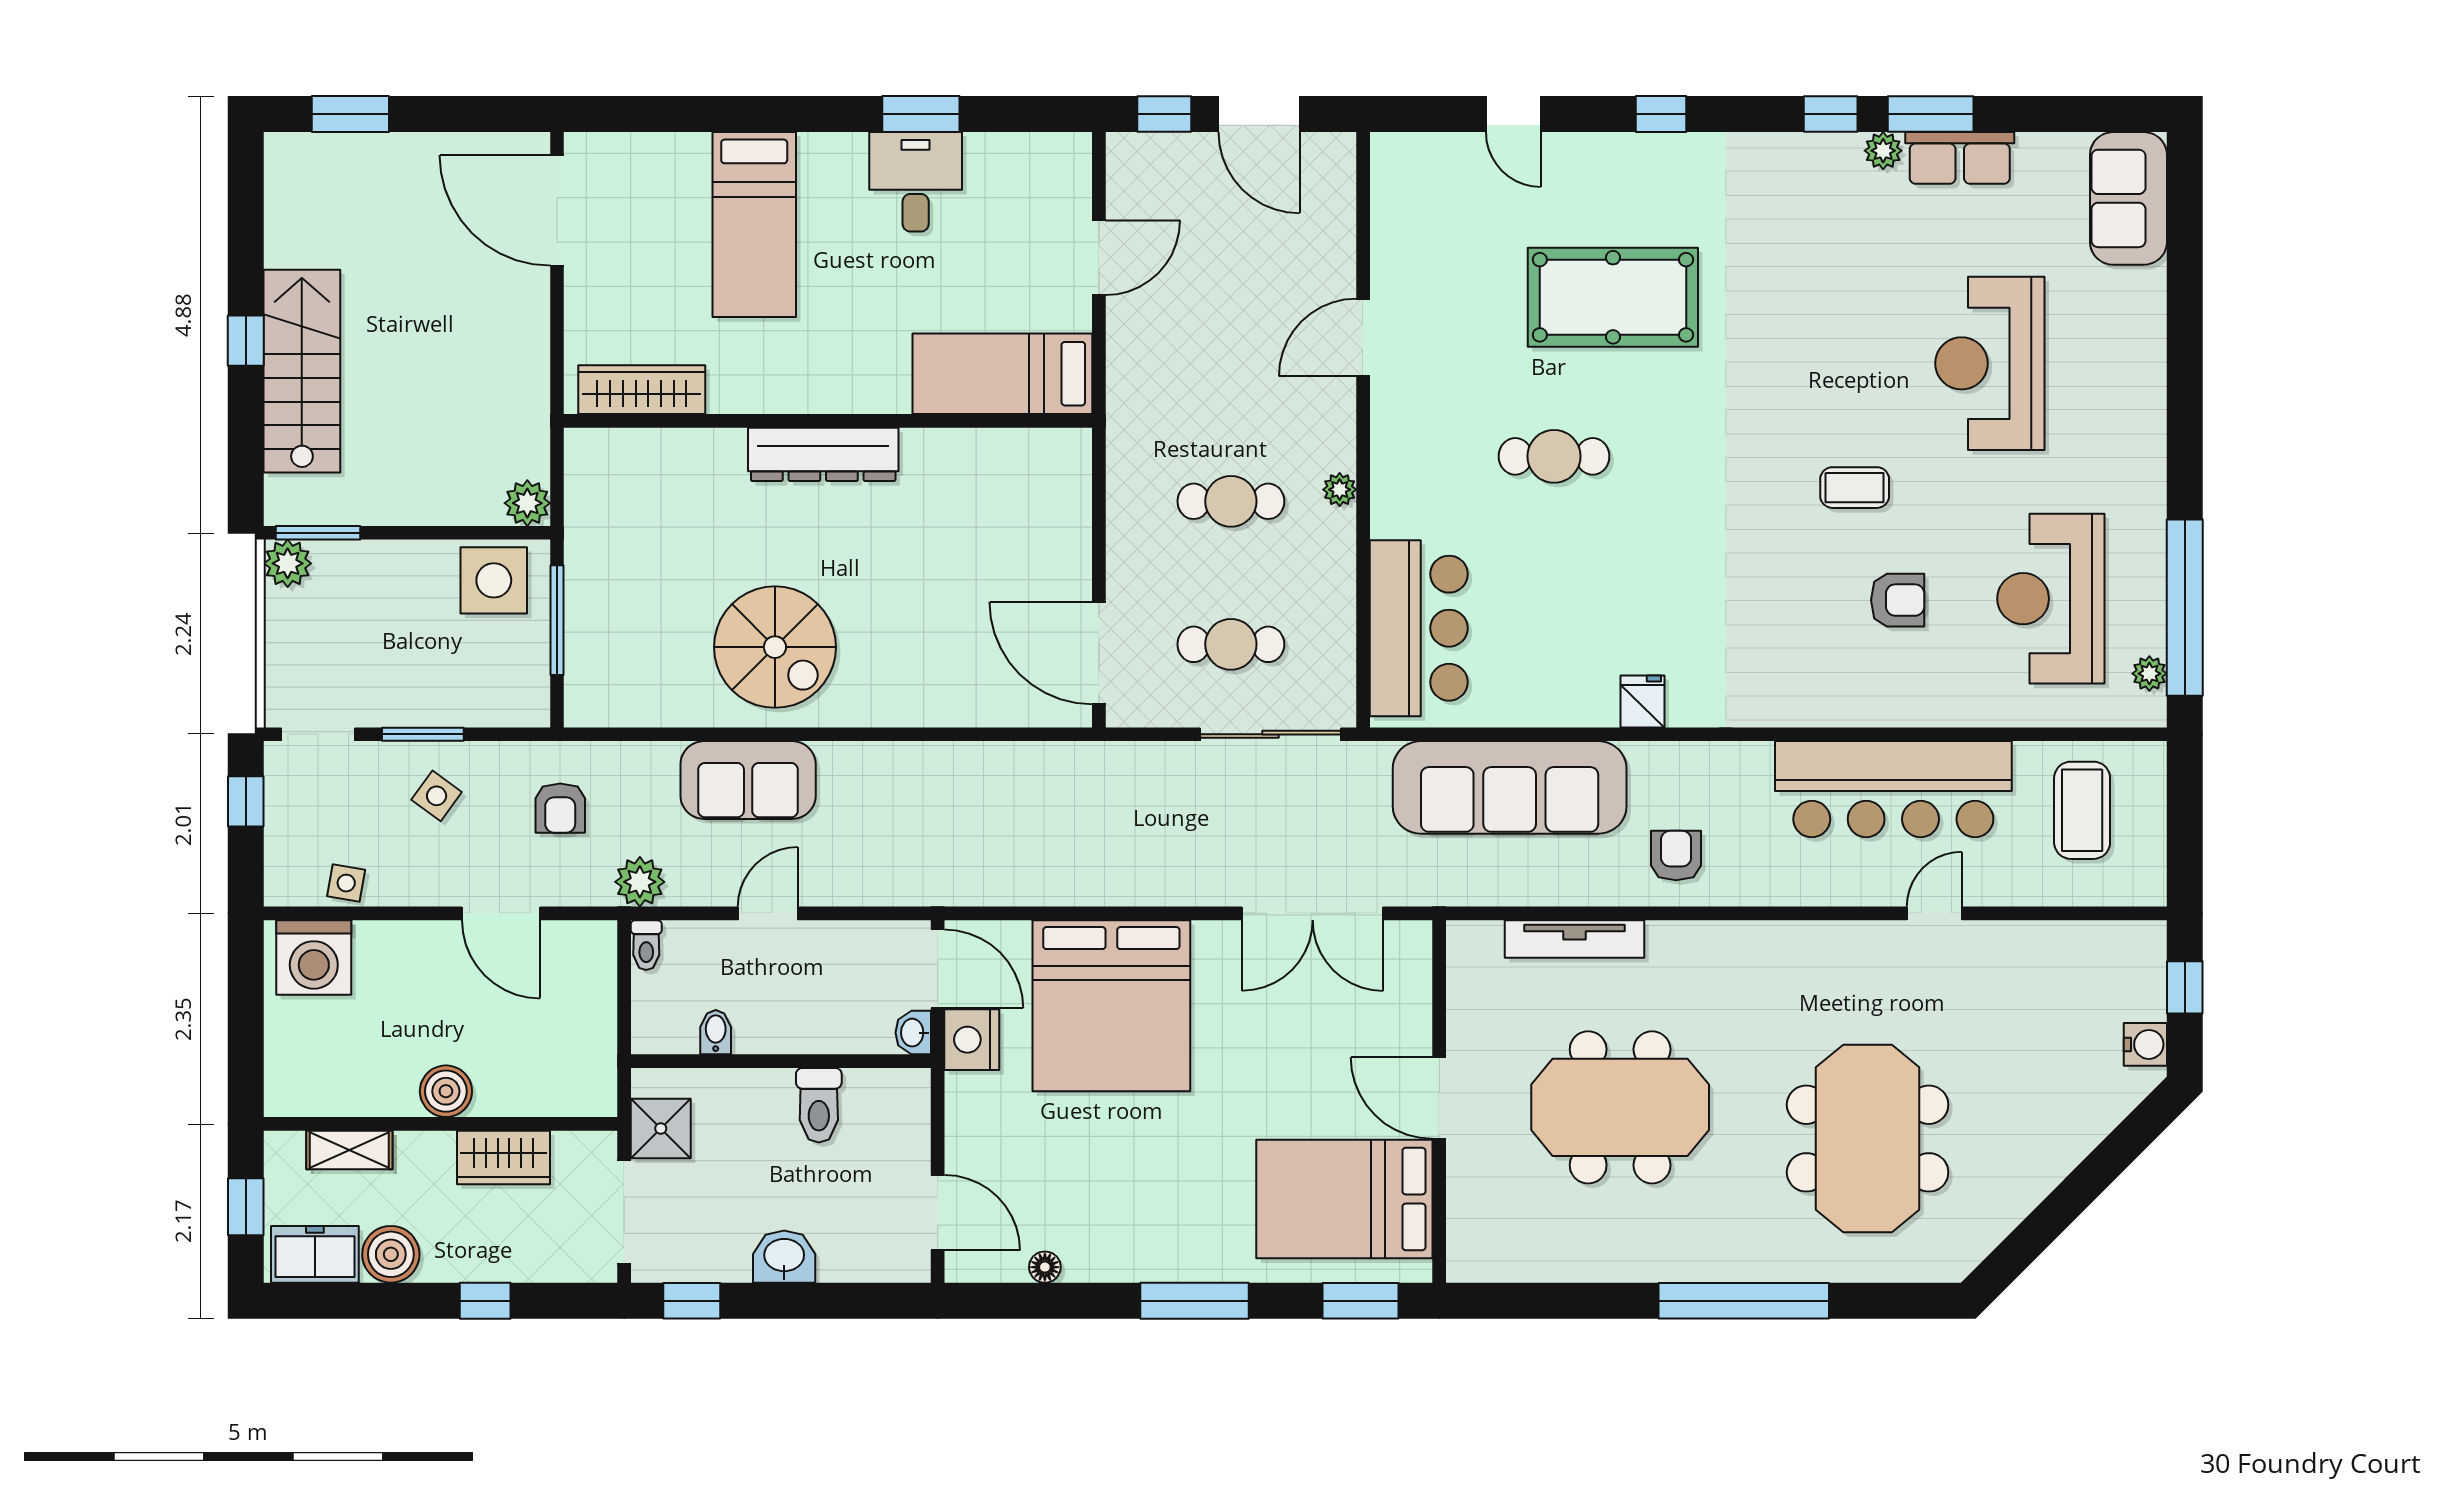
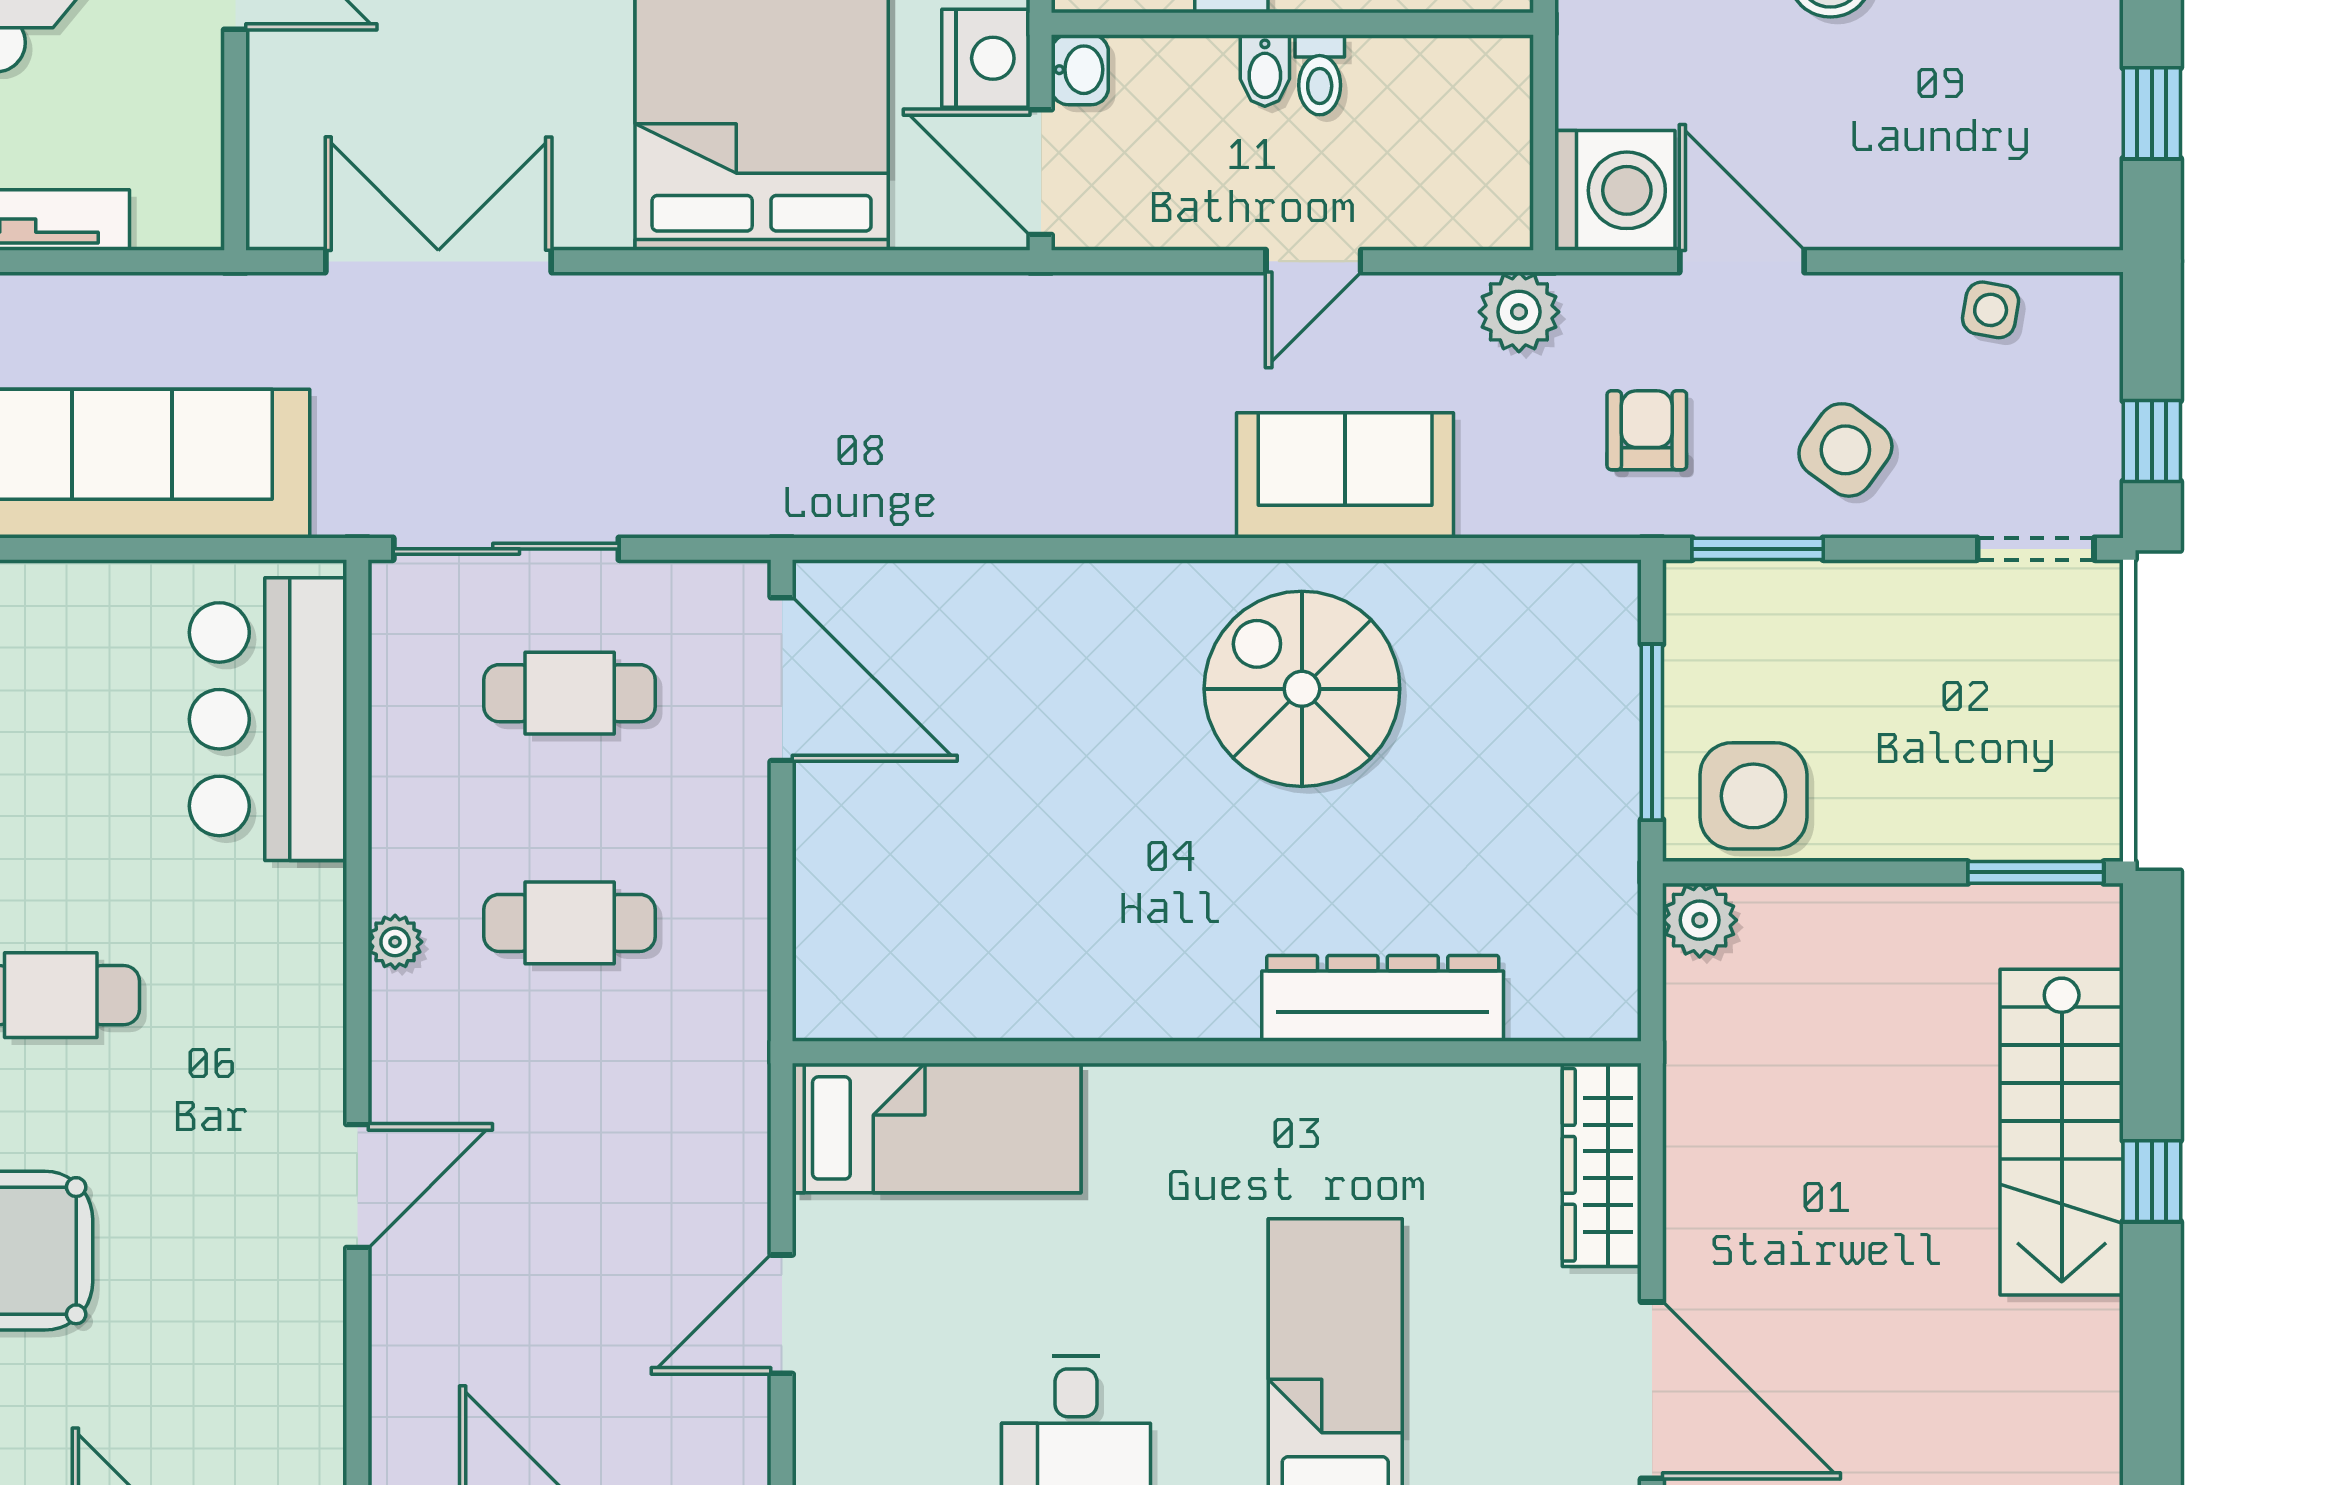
wardrobe: (642, 390) -> (1602, 1165), moved, turned 90
dresser: (823, 454) -> (1383, 998), moved
plant: (288, 563) -> (2085, 823), removed
window: (423, 734) -> (1758, 549), moved
side table: (437, 796) -> (1845, 450), width x1.37, depth x1.37
toilet: (646, 945) -> (1320, 75), moved, turned 180
washing machine: (314, 957) -> (1615, 190), moved, turned 90
window: (246, 1006) -> (2152, 113), added
bidet: (716, 1032) -> (1265, 70), moved

